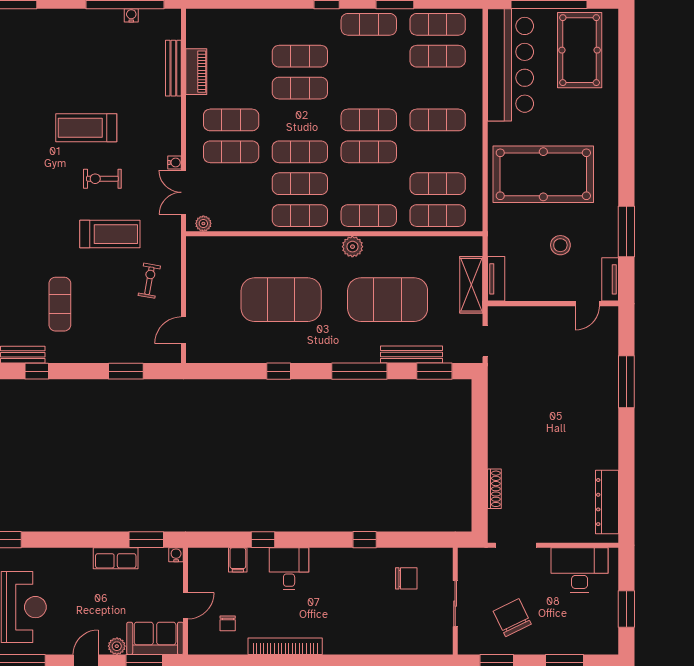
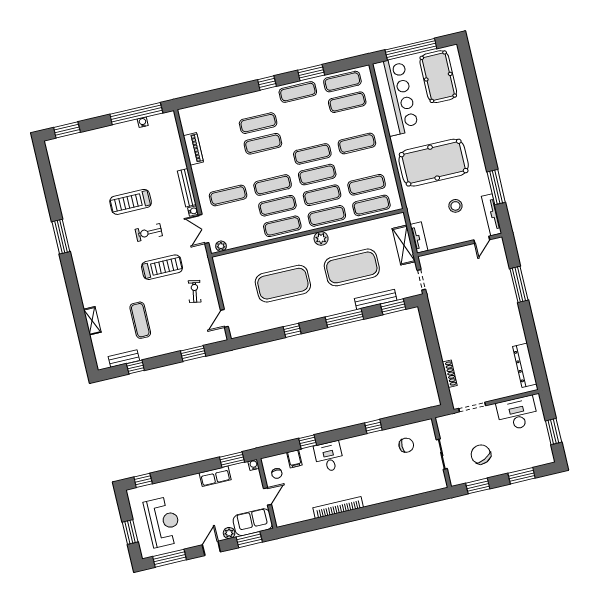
bench: (173, 68) -> (187, 188), moved
exercise mat: (231, 120) -> (322, 195), moved
tv unit: (610, 279) -> (492, 215), width x1.41
chair: (228, 623) -> (277, 473), moved

